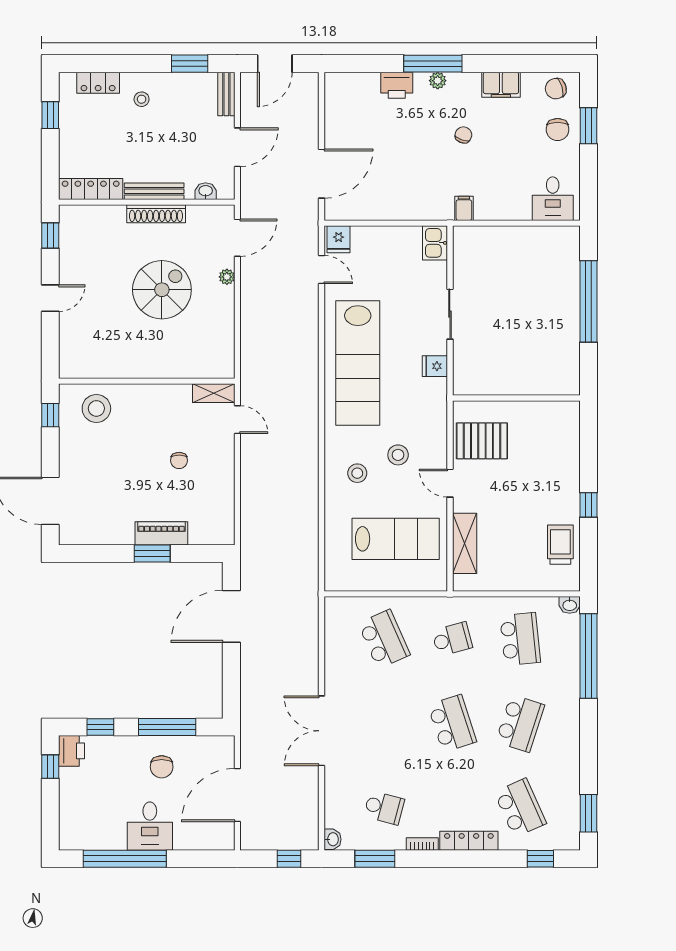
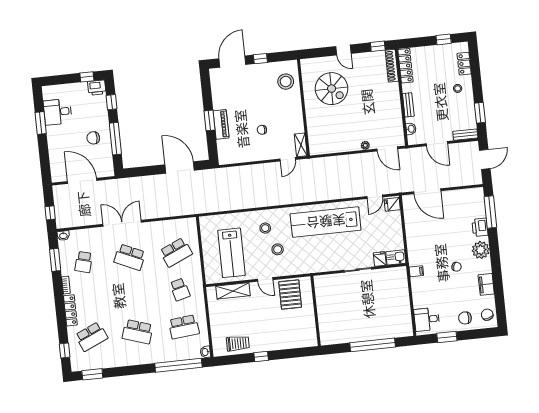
door: (275, 64) -> (485, 159), swing flipped
window: (433, 64) -> (490, 212), moved
plant: (438, 81) -> (481, 250), width x1.88, depth x1.88
window: (589, 126) -> (447, 337), moved
bench: (154, 191) -> (408, 105), width x0.73
shoe rack: (156, 214) -> (392, 66), moved
spiral stairs: (162, 290) -> (332, 89), moved
fridge: (435, 366) -> (380, 259), moved
window: (50, 415) -> (260, 59), moved
door: (450, 483) -> (265, 279), swing flipped
school desk: (452, 723) -> (130, 257), moved, turned 42
desk: (150, 826) -> (58, 112), moved
window: (125, 859) -> (41, 123), width x0.47

